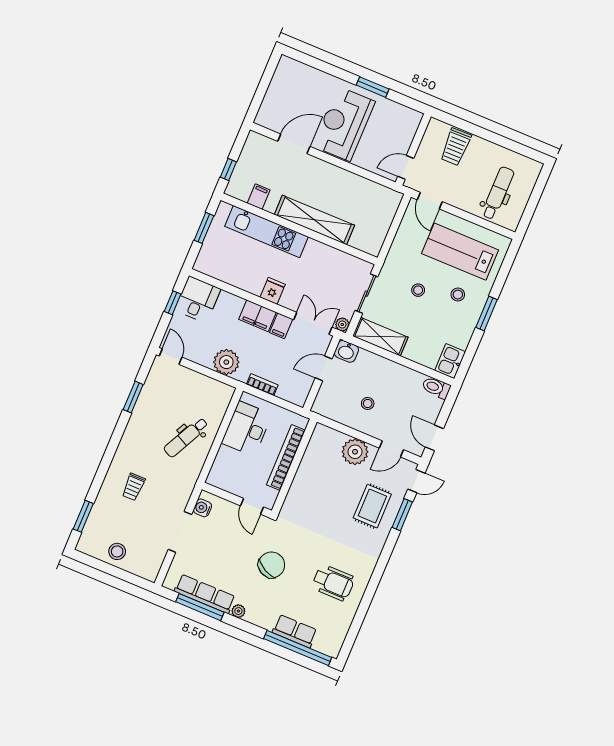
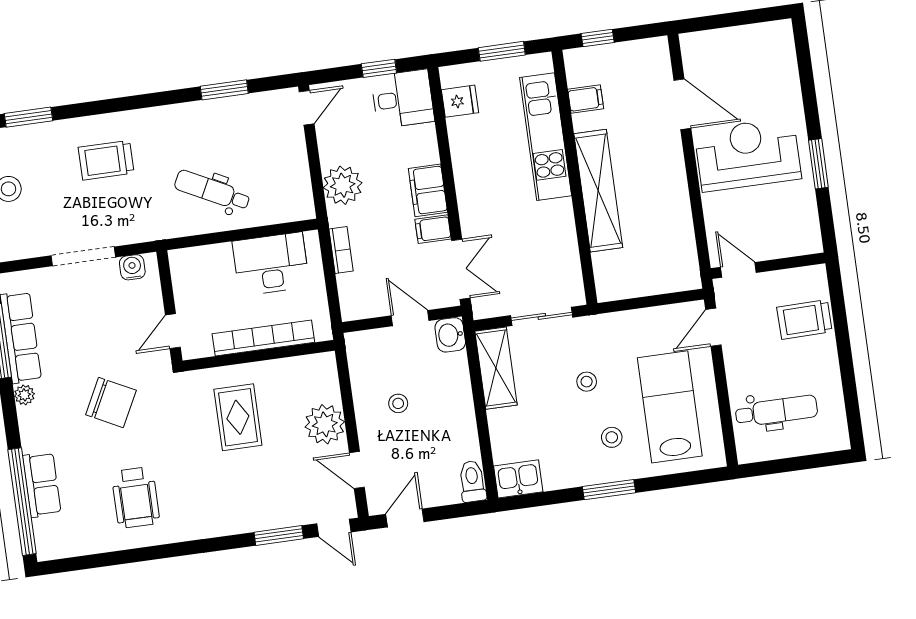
fridge: (273, 291) -> (460, 101), moved
plant: (342, 325) -> (482, 309), removed
trolley: (133, 487) -> (106, 160), width x1.36, depth x1.39
rug: (372, 506) -> (238, 417), moved, turned 90

